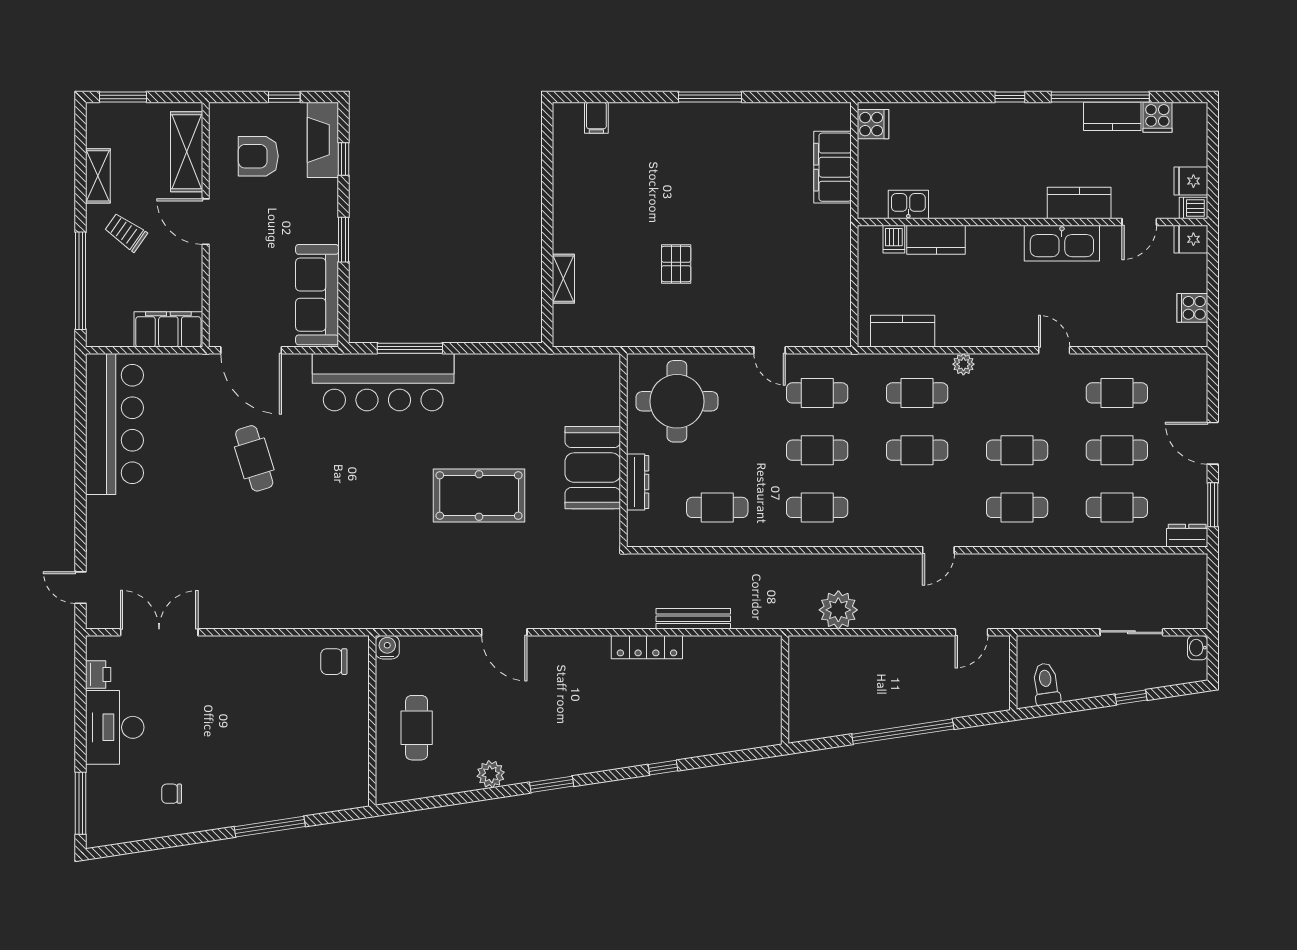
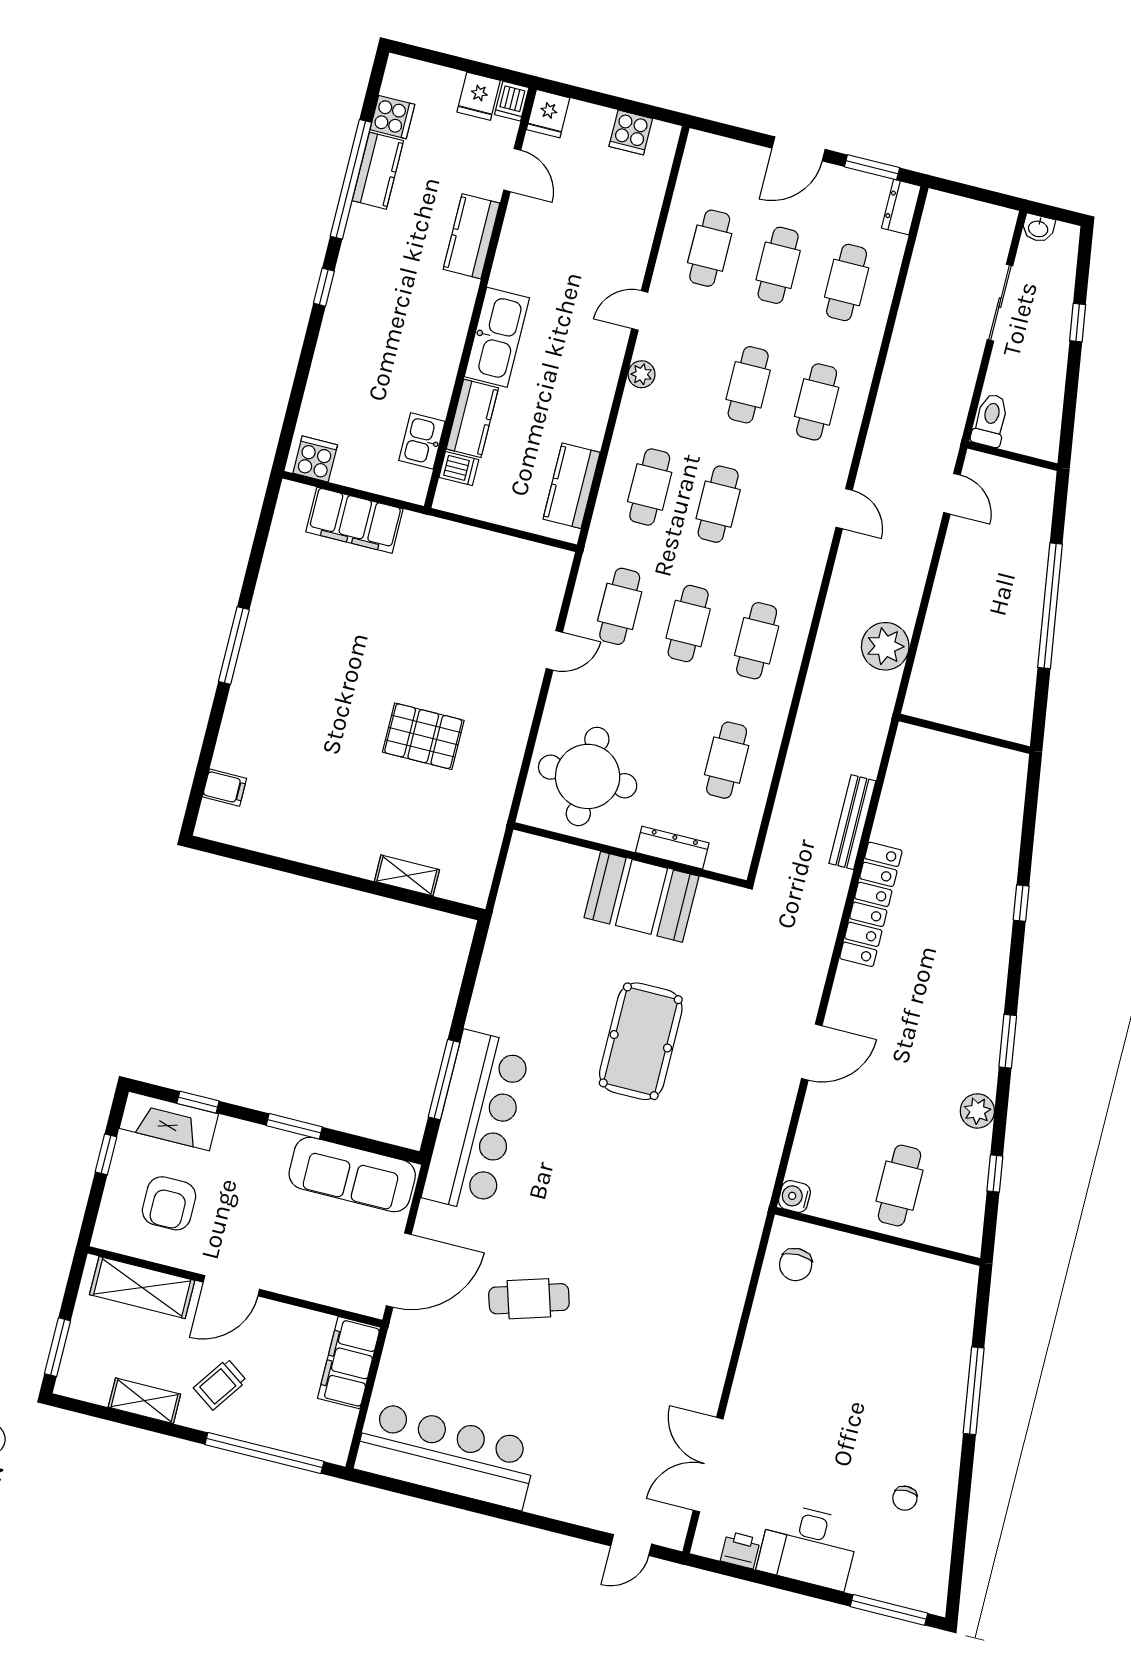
kitchen sink: (1062, 243) -> (497, 337), moved
pallet: (676, 264) -> (423, 736), width x1.50, depth x1.42
plant: (963, 364) -> (642, 374), moved
locker: (647, 647) -> (871, 904), width x1.41, depth x1.21
toilet: (1046, 684) -> (990, 420), moved, turned 99
cafe table: (417, 728) -> (900, 1186), turned 90
window: (445, 800) -> (995, 1174), added

